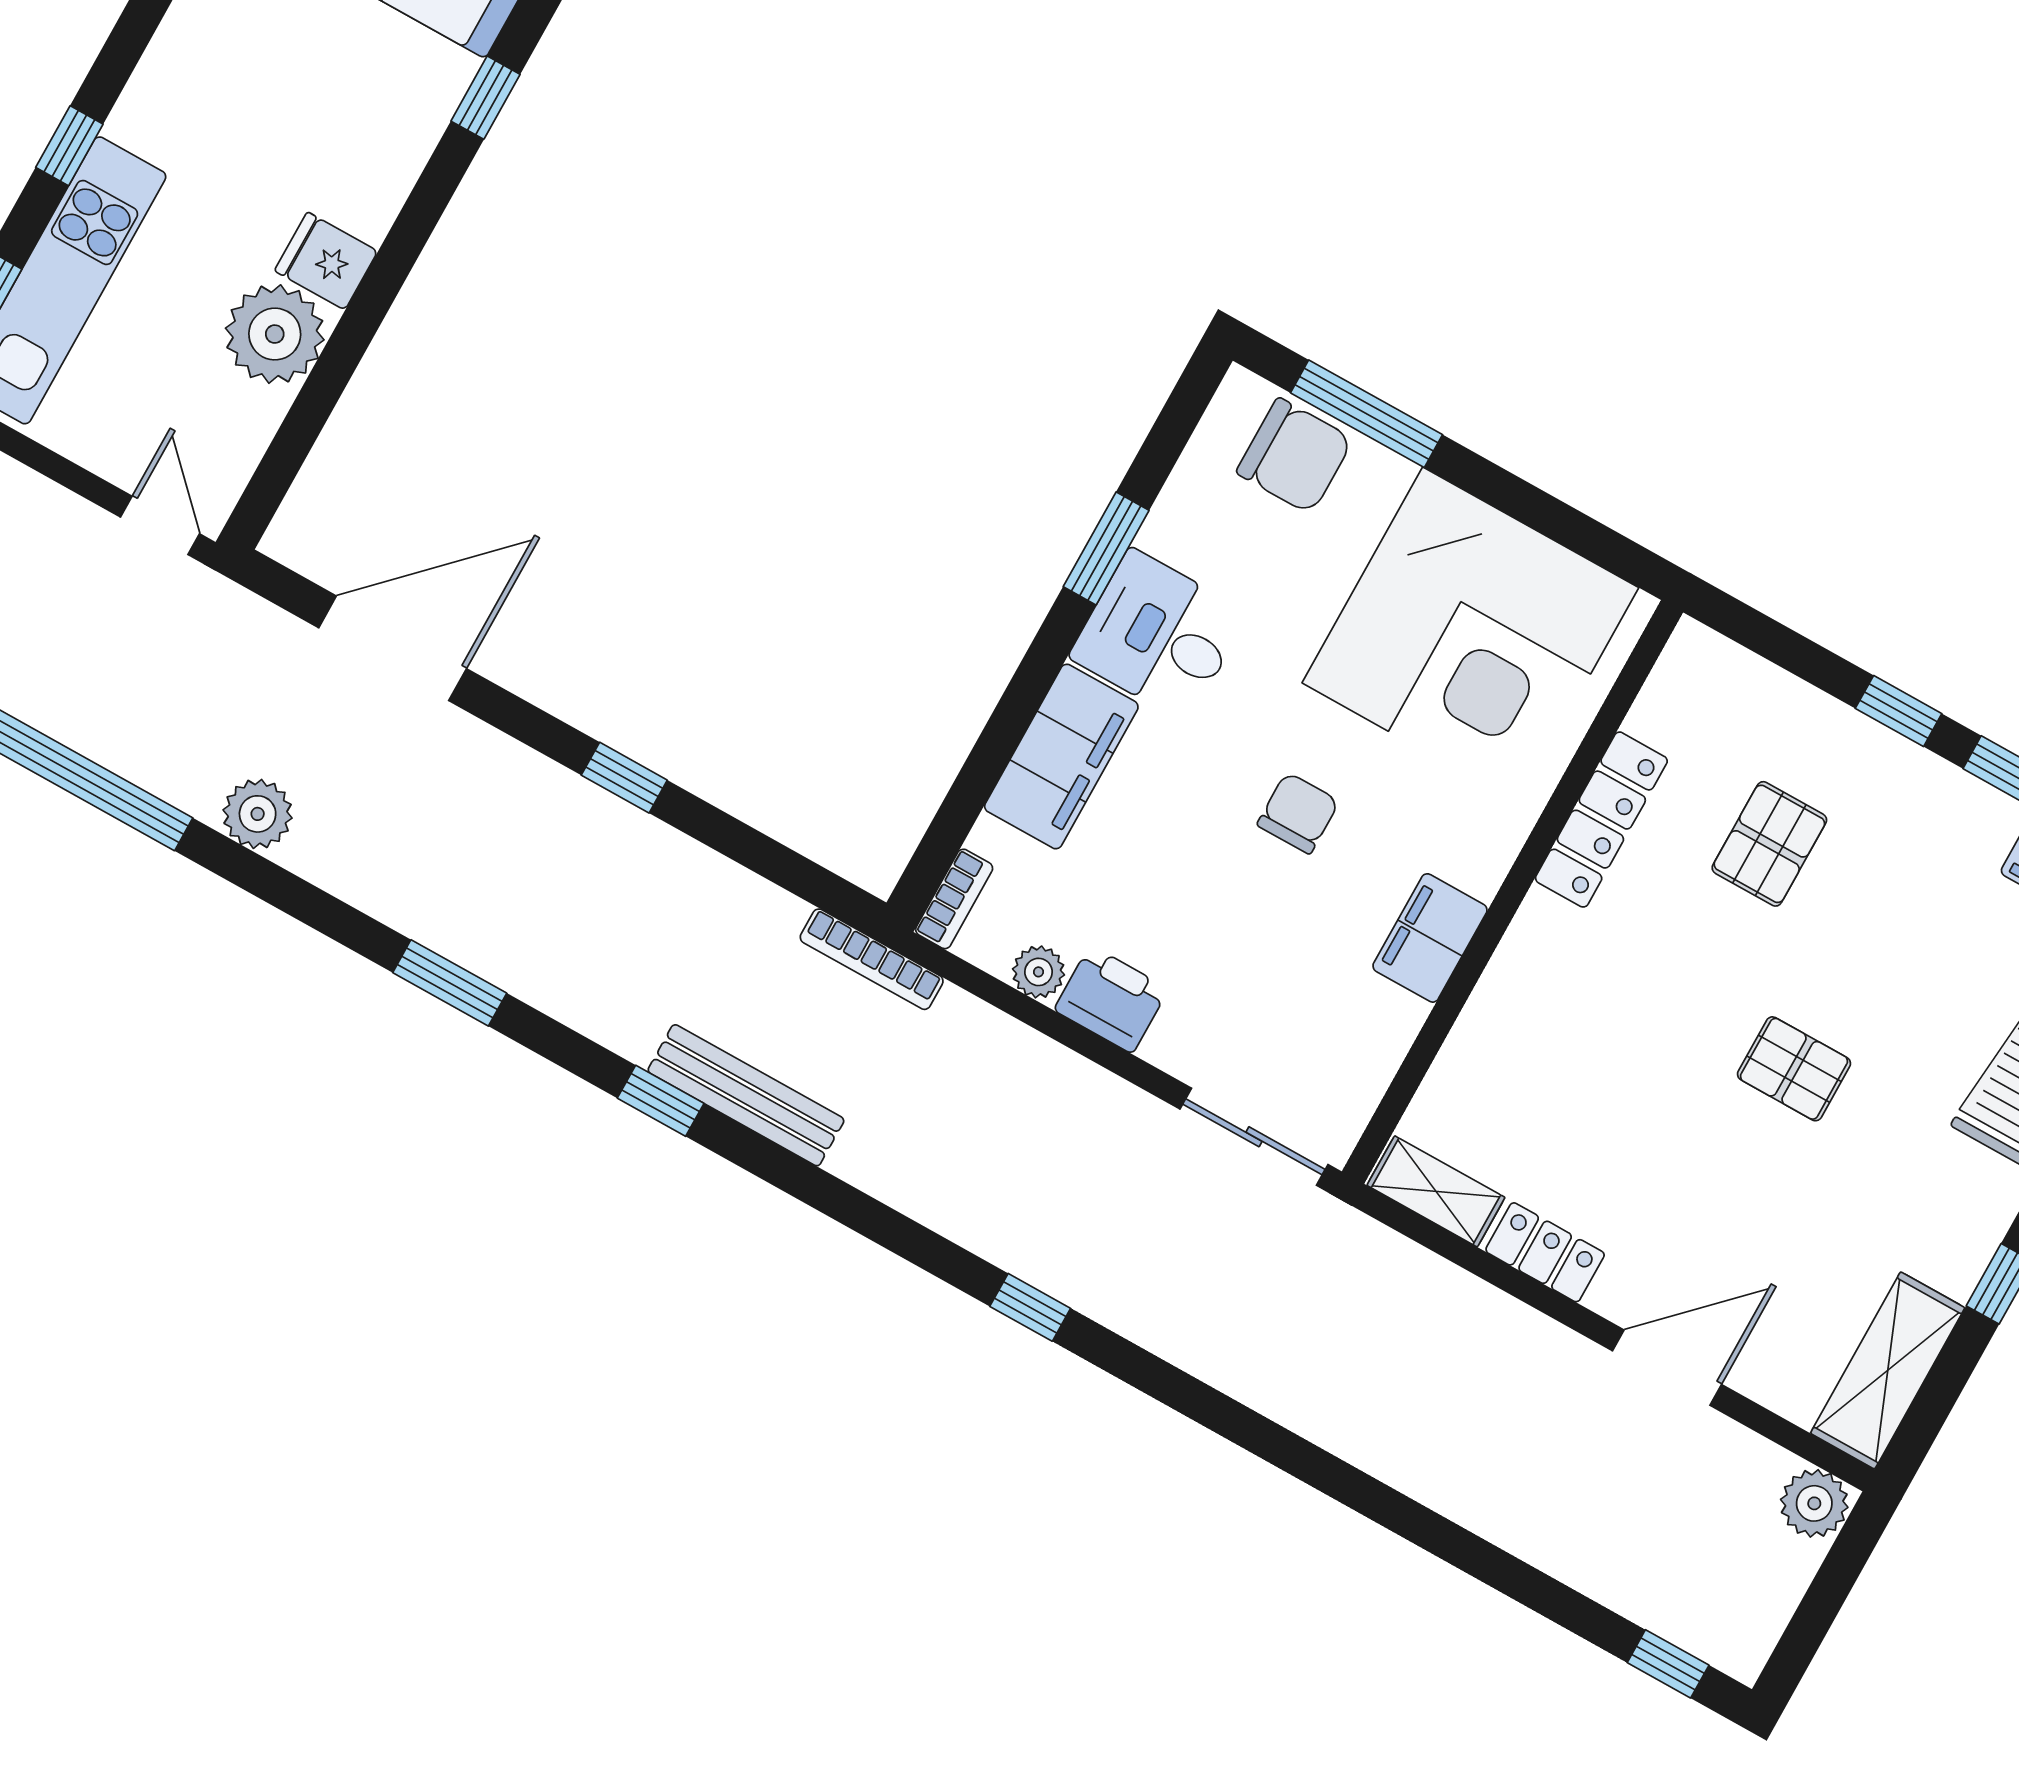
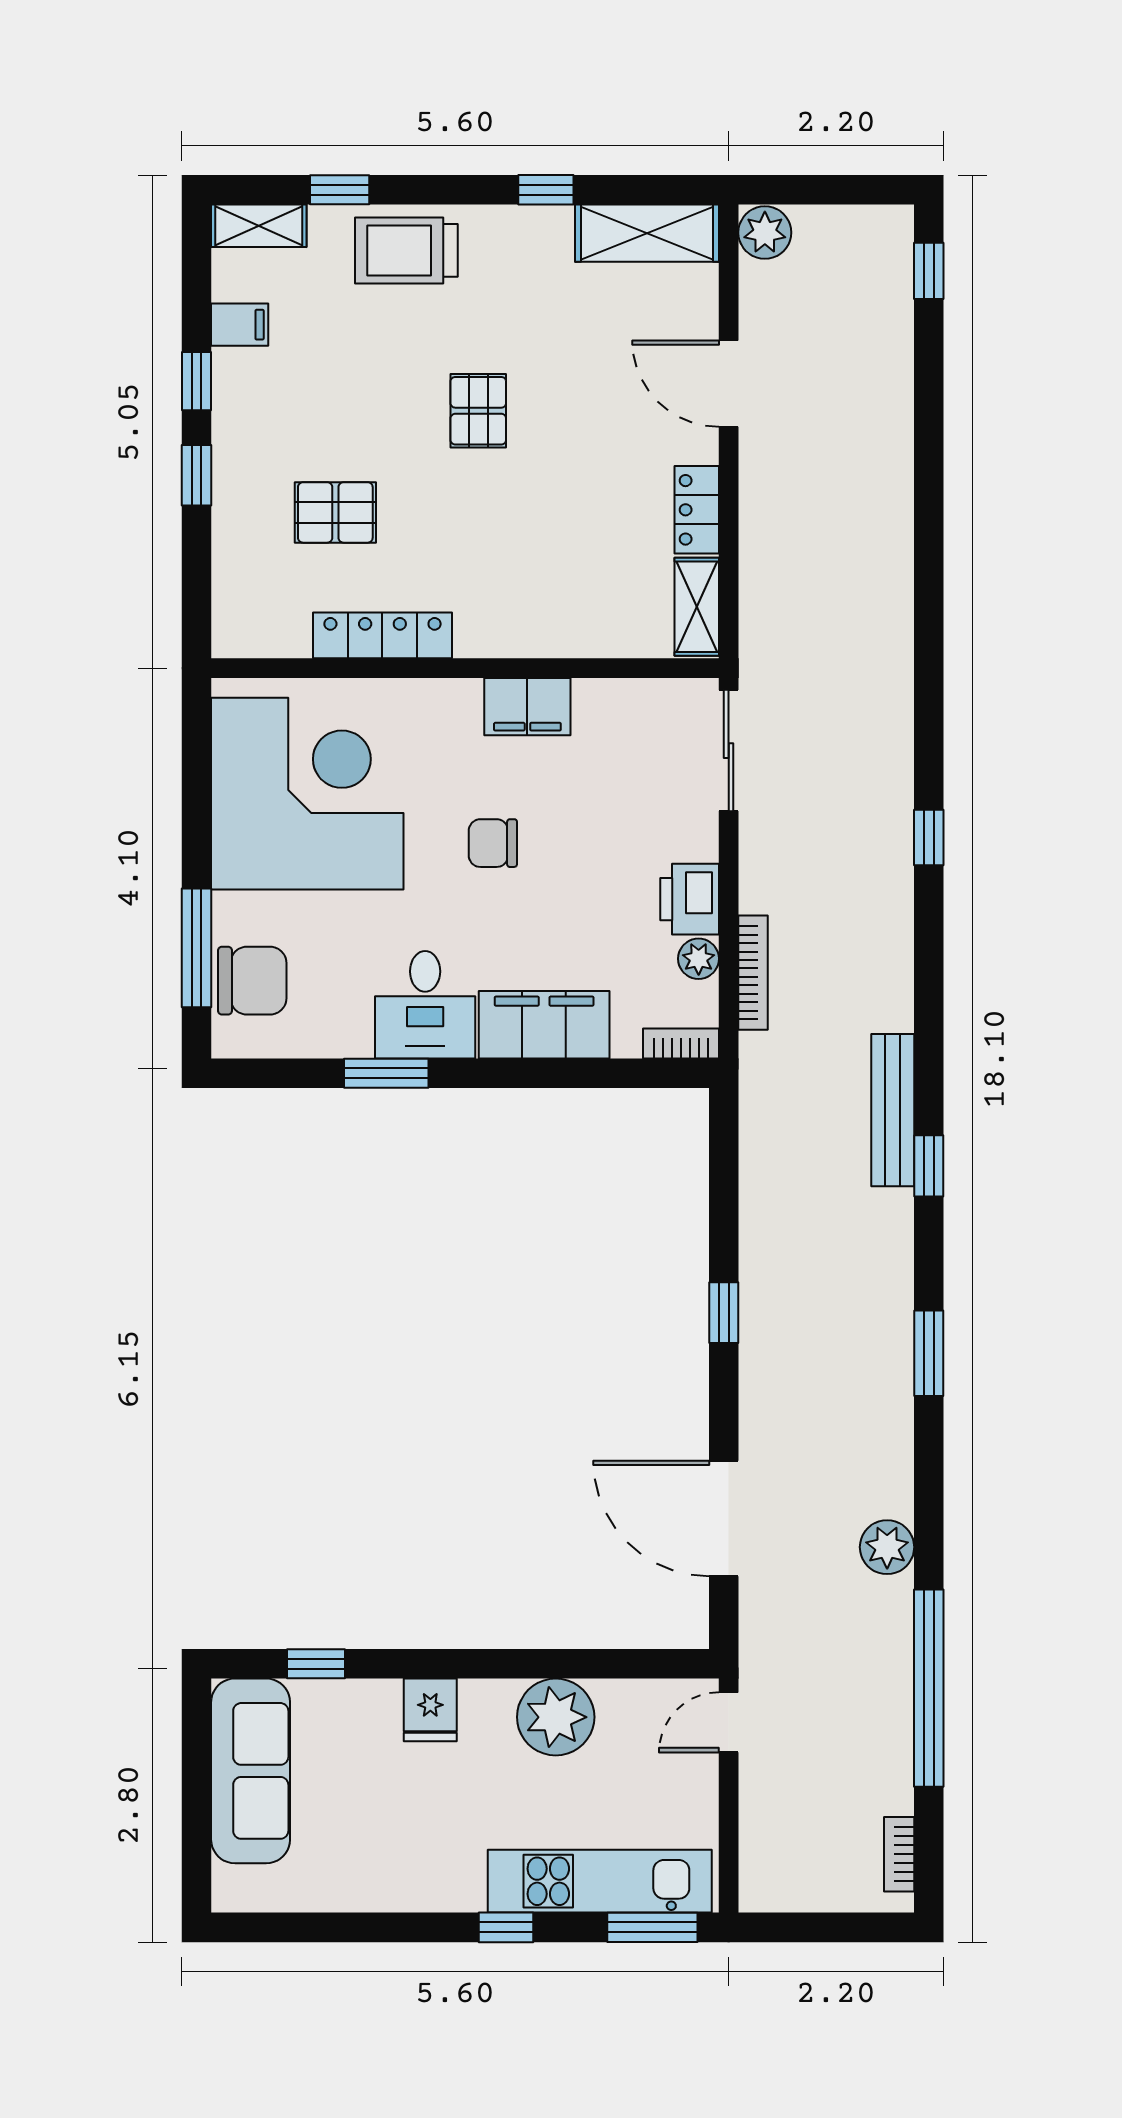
fridge: (326, 261) -> (430, 1710), moved
chair: (1295, 456) -> (252, 981), turned 90
bookcase: (872, 959) -> (753, 973), moved

